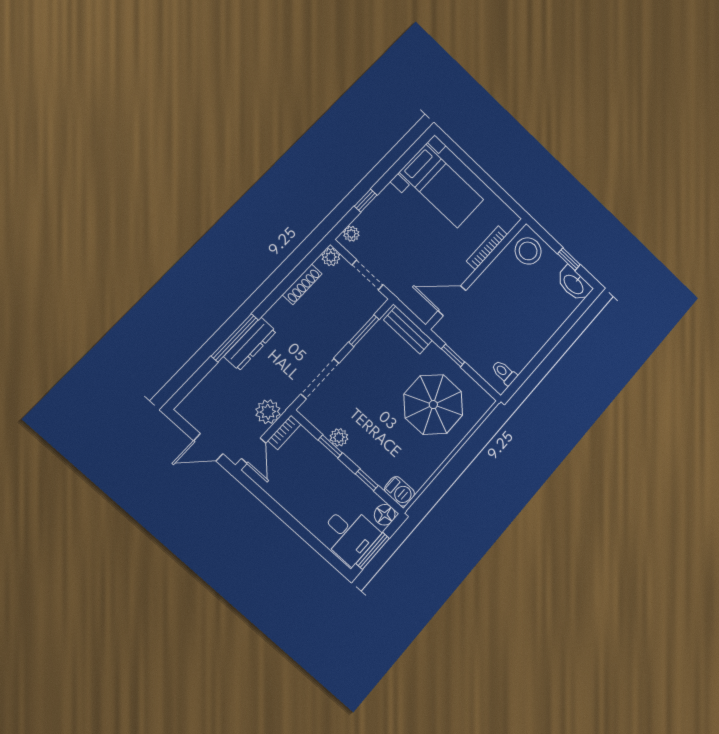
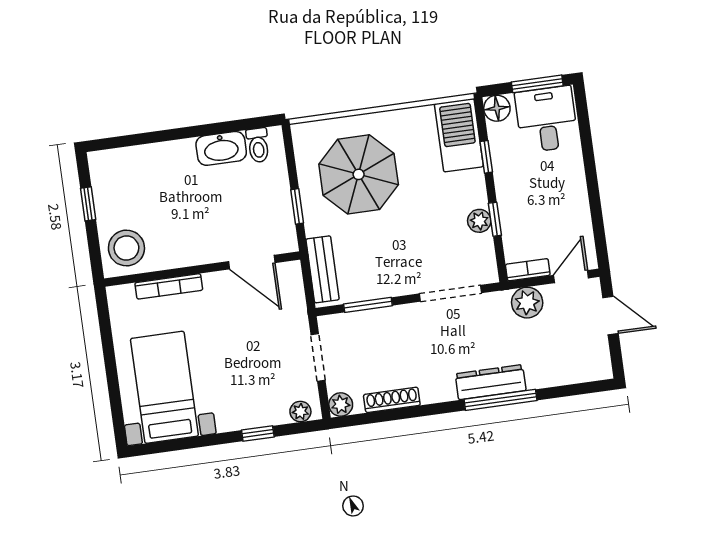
washbasin: (574, 284) -> (221, 148), moved, turned 90
barbecue: (400, 491) -> (459, 135), width x1.88, depth x1.53

